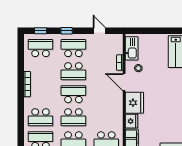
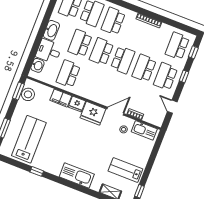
door: (99, 31) -> (172, 107), swing flipped
school desk: (40, 48) -> (177, 46), turned 180
school desk: (73, 48) -> (165, 76), turned 180

